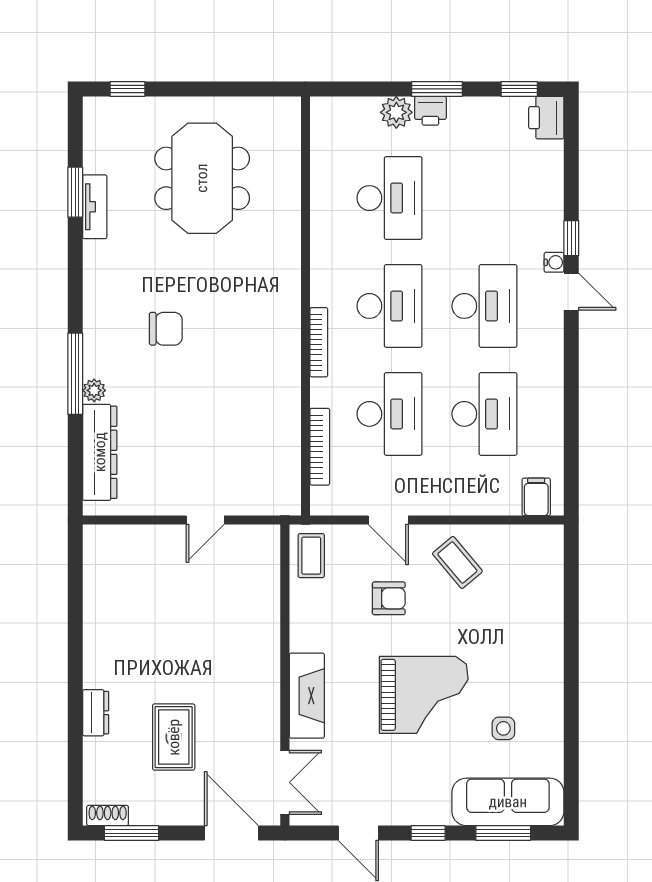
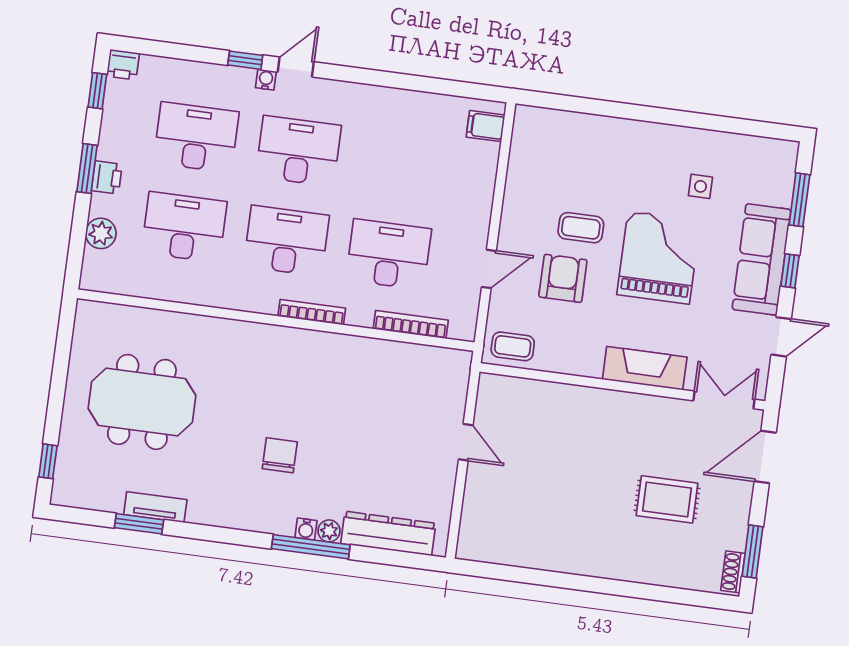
plant: (396, 112) -> (101, 233), moved
printer: (546, 118) -> (123, 65), width x0.73, depth x0.81
water cooler: (93, 366) -> (306, 529), added
desk: (484, 414) -> (196, 137), moved
coffee table: (457, 562) -> (581, 228), moved, turned 40
armchair: (389, 598) -> (563, 278), width x1.38, depth x1.38
dresser: (96, 713) -> (634, 570), removed
sofa: (508, 802) -> (761, 259), moved

